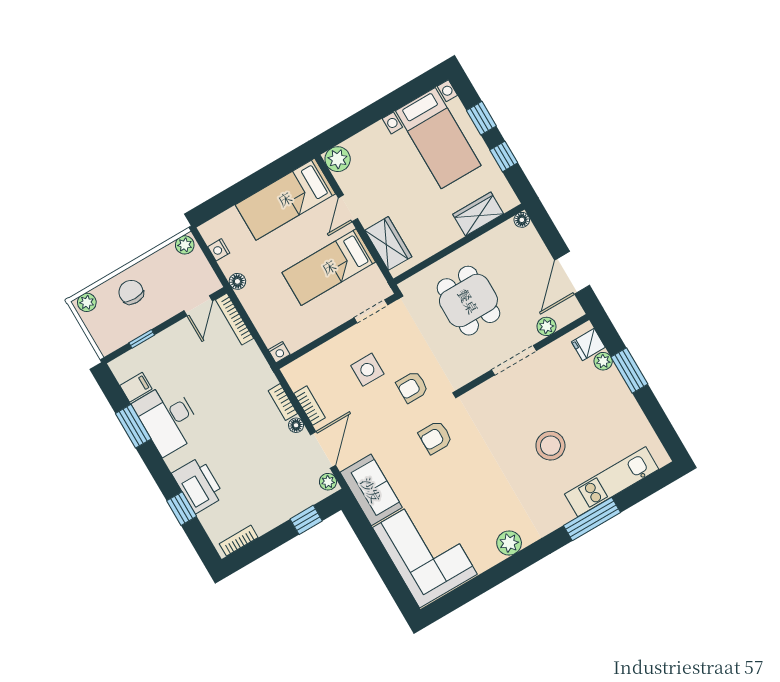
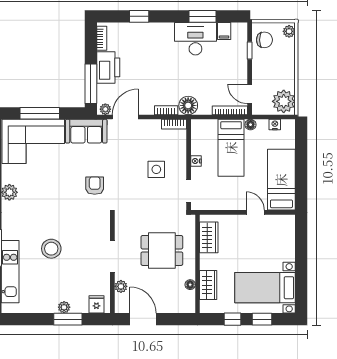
plant: (338, 159) -> (287, 223), removed
floor lamp: (522, 220) -> (190, 285), moved
wardrobe: (388, 243) -> (209, 237), moved, turned -90
plant: (185, 245) -> (284, 101), width x1.87, depth x1.87
bed: (329, 267) -> (231, 148), moved, turned 180
chair: (131, 292) -> (264, 40), moved
nightstand: (279, 352) -> (196, 161), moved
plant: (603, 361) -> (64, 307), moved
armchair: (412, 387) -> (131, 189), removed
bookcase: (310, 406) -> (174, 124), moved
floor lamp: (296, 425) -> (188, 105), moved, width x1.89, depth x1.89
door: (323, 450) -> (125, 117), swing flipped
printer: (198, 485) -> (108, 67), moved, turned -90
window: (306, 520) -> (91, 84), width x2.17
window: (383, 564) -> (40, 113), added

